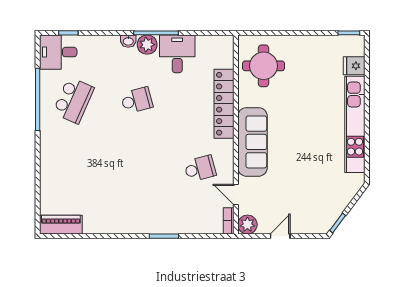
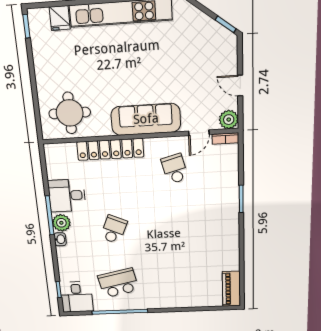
school desk: (73, 100) -> (118, 283), turned -36
school desk: (137, 100) -> (114, 229), turned 39

